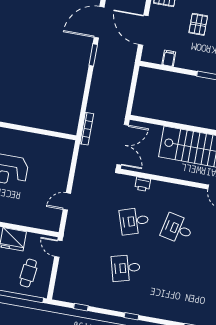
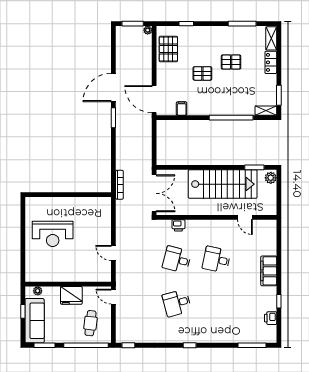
pallet: (198, 24) -> (202, 73), turned 90
door: (143, 30) -> (154, 99), moved
door: (67, 201) -> (113, 253), hinge flipped
desk: (134, 221) -> (177, 260), turned 33
window: (81, 307) -> (128, 345), moved

